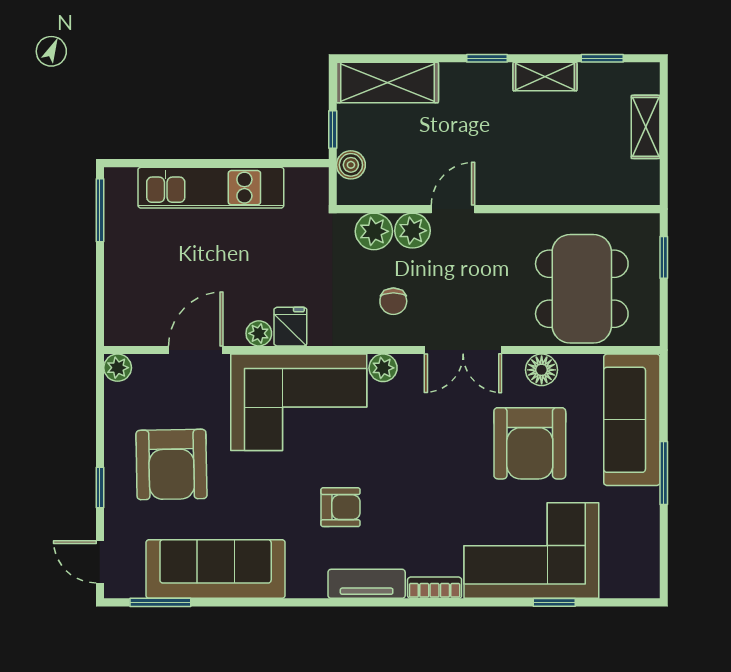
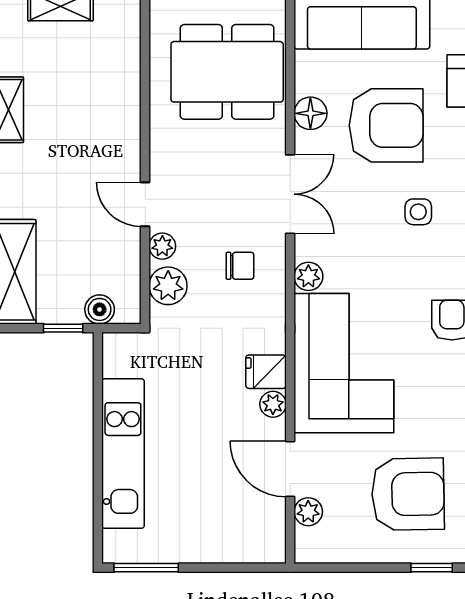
plant: (412, 231) -> (162, 246), width x0.73, depth x0.73
plant: (118, 368) -> (308, 512), moved
side table: (446, 475) -> (418, 212), added

